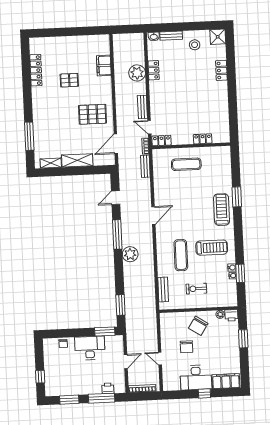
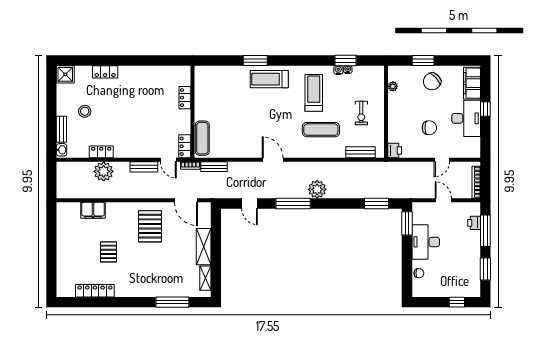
stool: (195, 45) -> (85, 111), moved
door: (149, 127) -> (168, 160), hinge flipped
exercise mat: (186, 164) -> (202, 138), moved
printer: (231, 315) -> (395, 151), moved
chair: (198, 326) -> (432, 81), moved, turned 103

